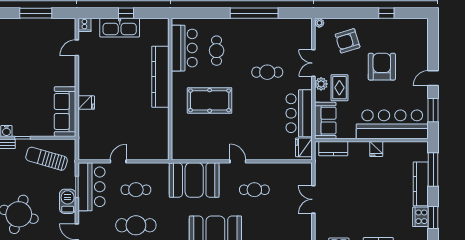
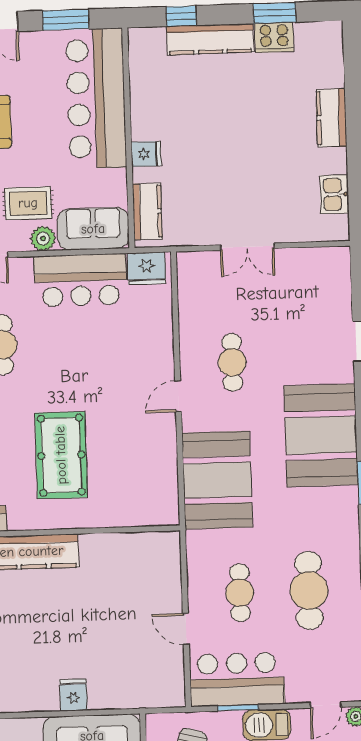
plant: (321, 84) -> (43, 238), moved
fridge: (376, 149) -> (146, 154), moved
window: (433, 169) -> (181, 16), width x0.46

